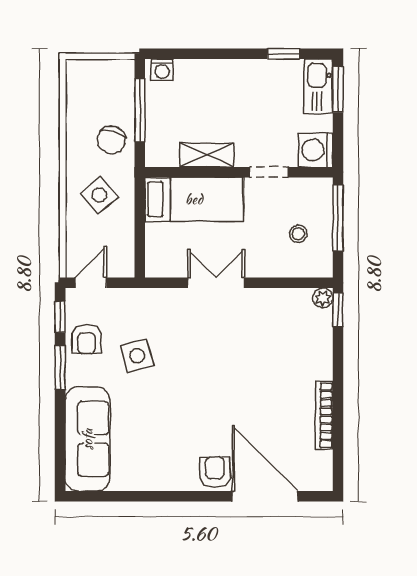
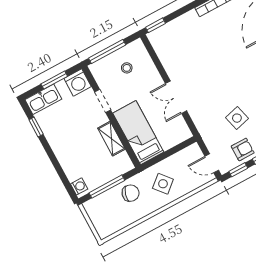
window: (338, 89) -> (54, 80), moved
plant: (323, 298) -> (154, 37), removed

